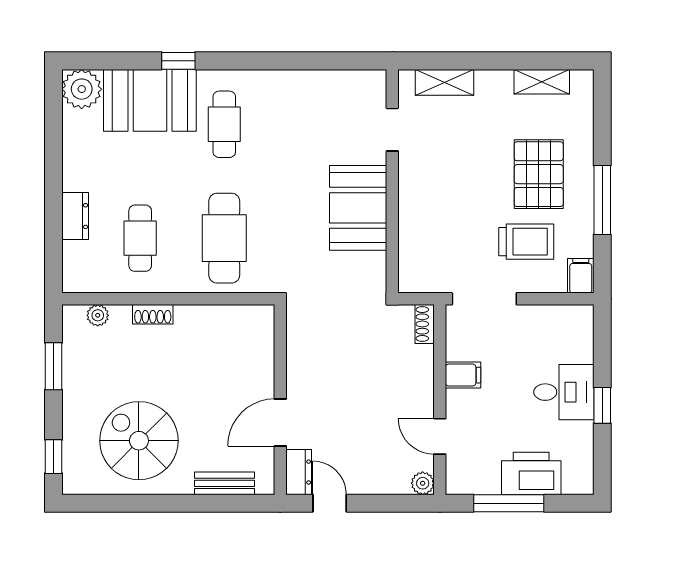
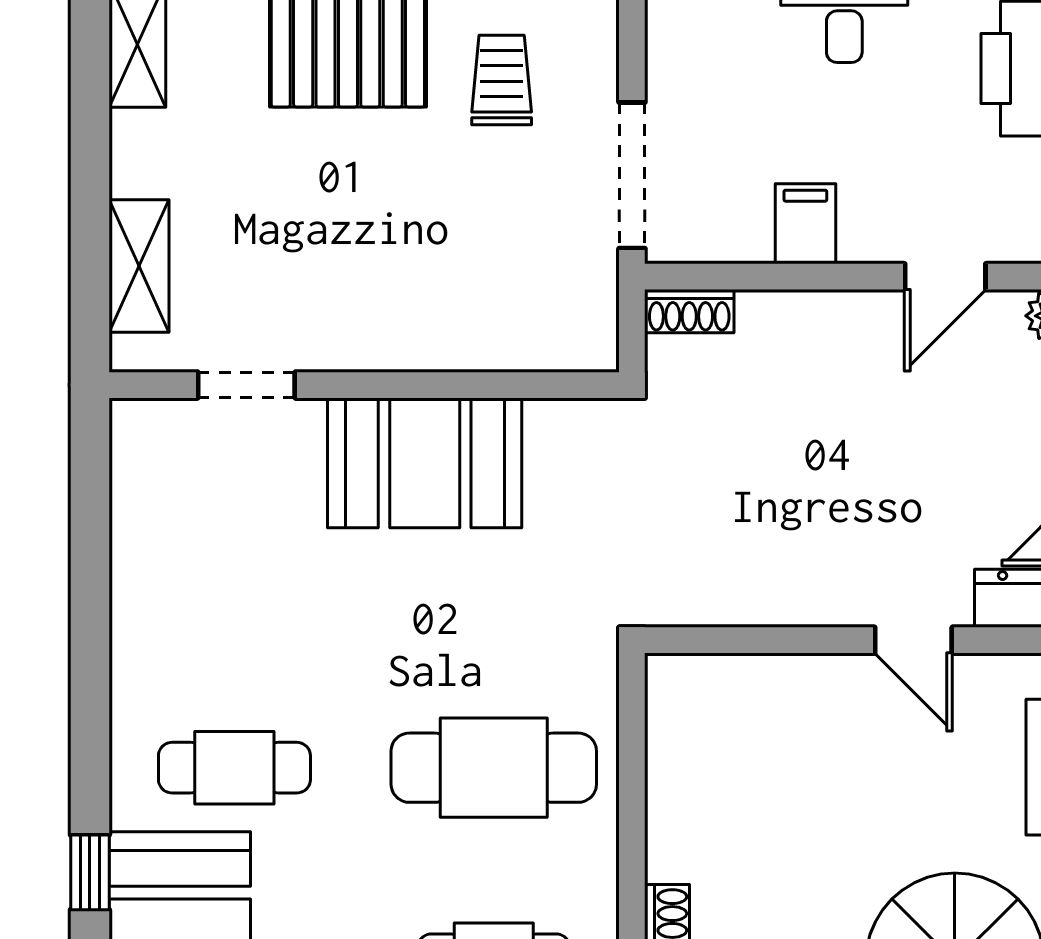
trolley: (526, 242) -> (502, 80), width x0.73, depth x0.72
door: (280, 422) -> (913, 640), width x0.73

